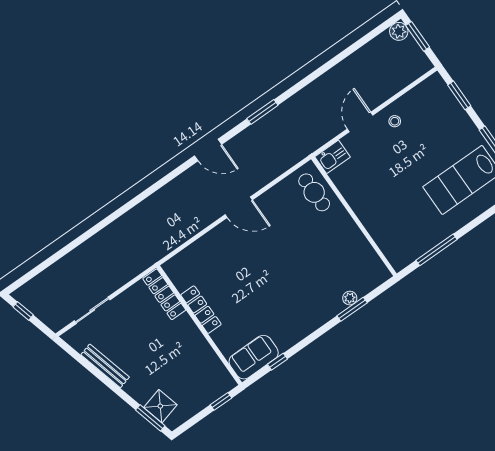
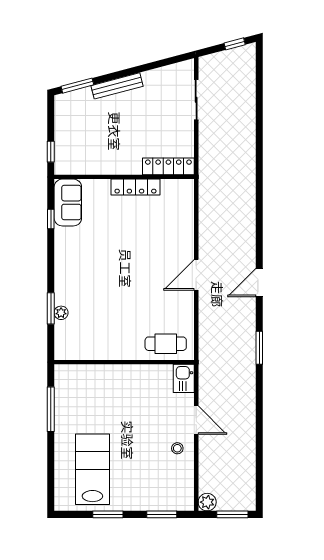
plant: (399, 31) -> (207, 502), moved
bench: (105, 366) -> (117, 86), moved
shower: (160, 406) -> (81, 100), removed

